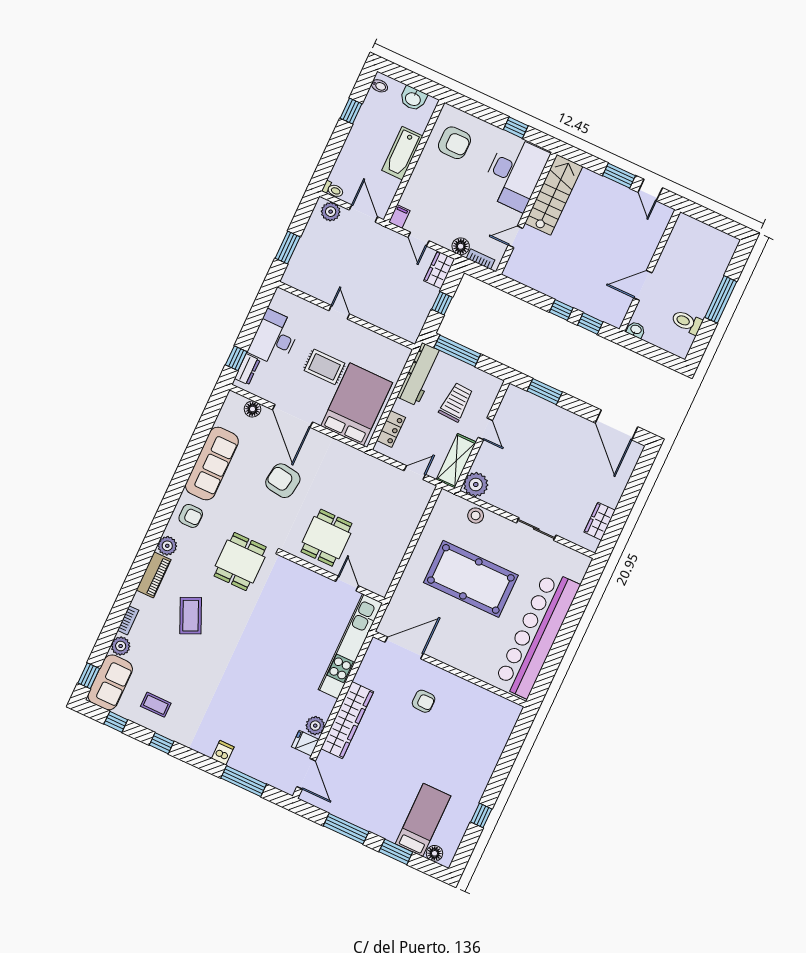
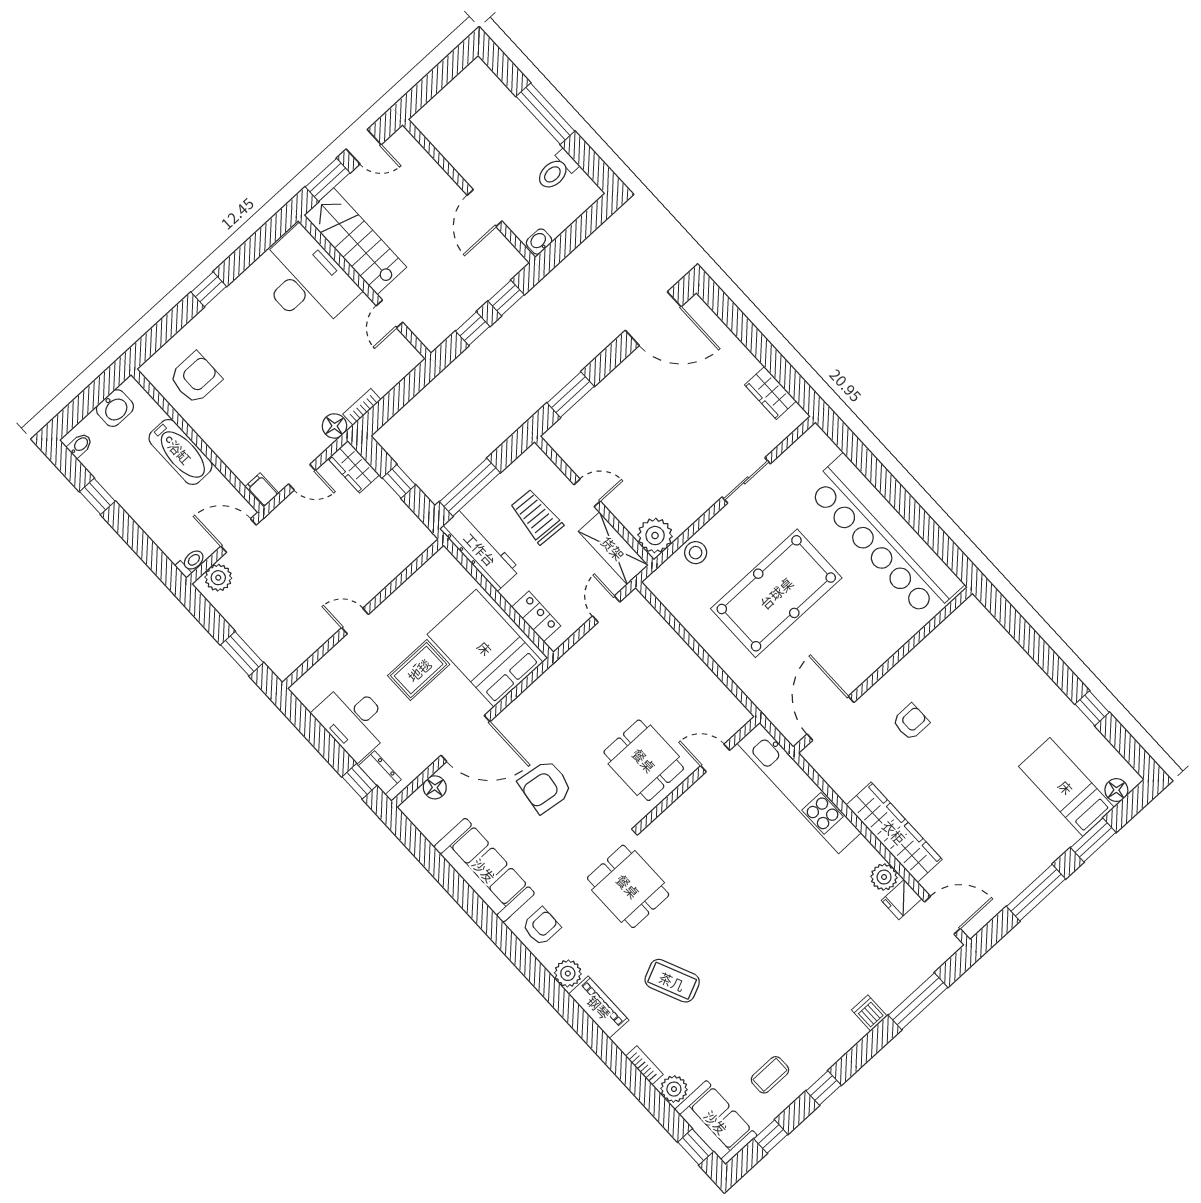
desk: (515, 173) -> (306, 280), moved
stairs: (554, 195) -> (355, 241), moved
wall: (526, 213) -> (365, 287), moved
door: (516, 237) -> (389, 314), moved

